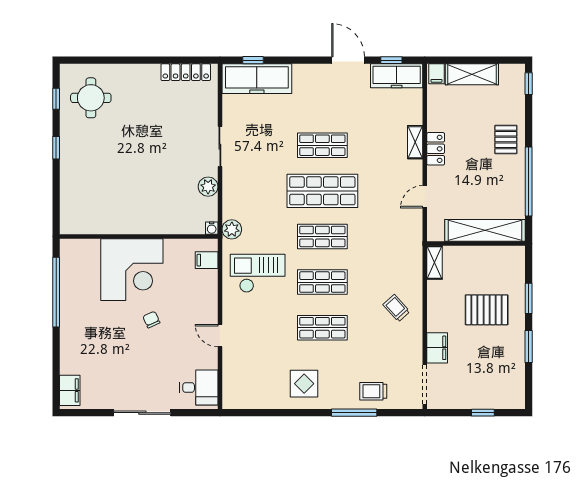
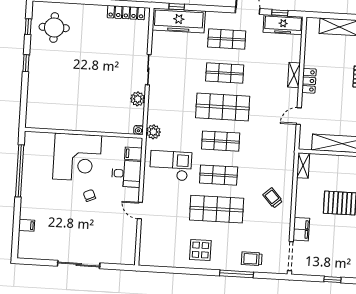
filing cabinet: (437, 74) -> (313, 25), removed
shop shelf: (322, 100) -> (227, 39), added
shop shelf: (322, 328) -> (217, 209), width x1.43, depth x1.36
desk: (199, 387) -> (126, 174), moved
filing cabinet: (70, 390) -> (27, 225), moved, width x0.50

